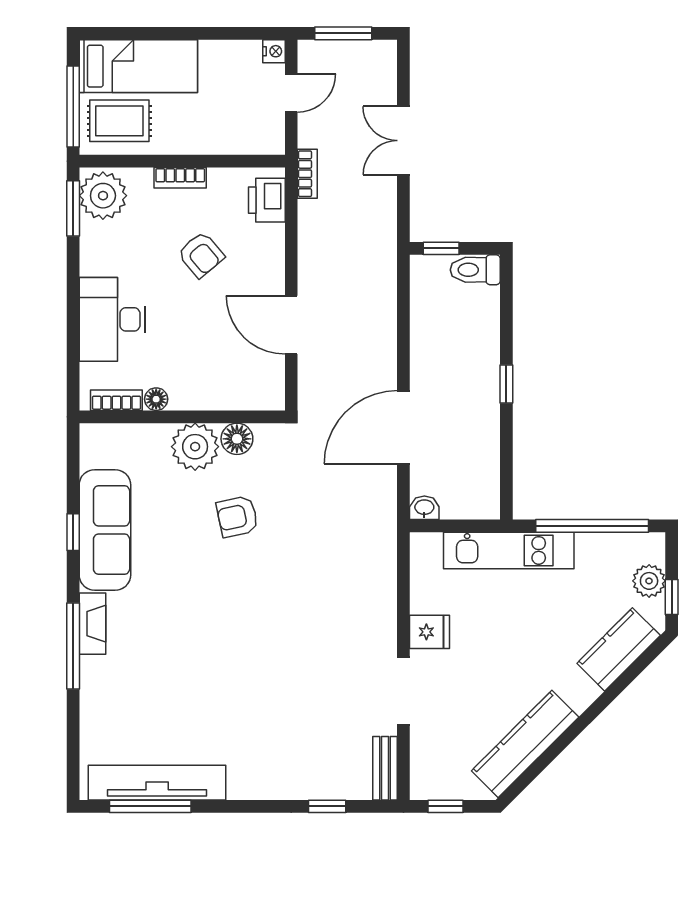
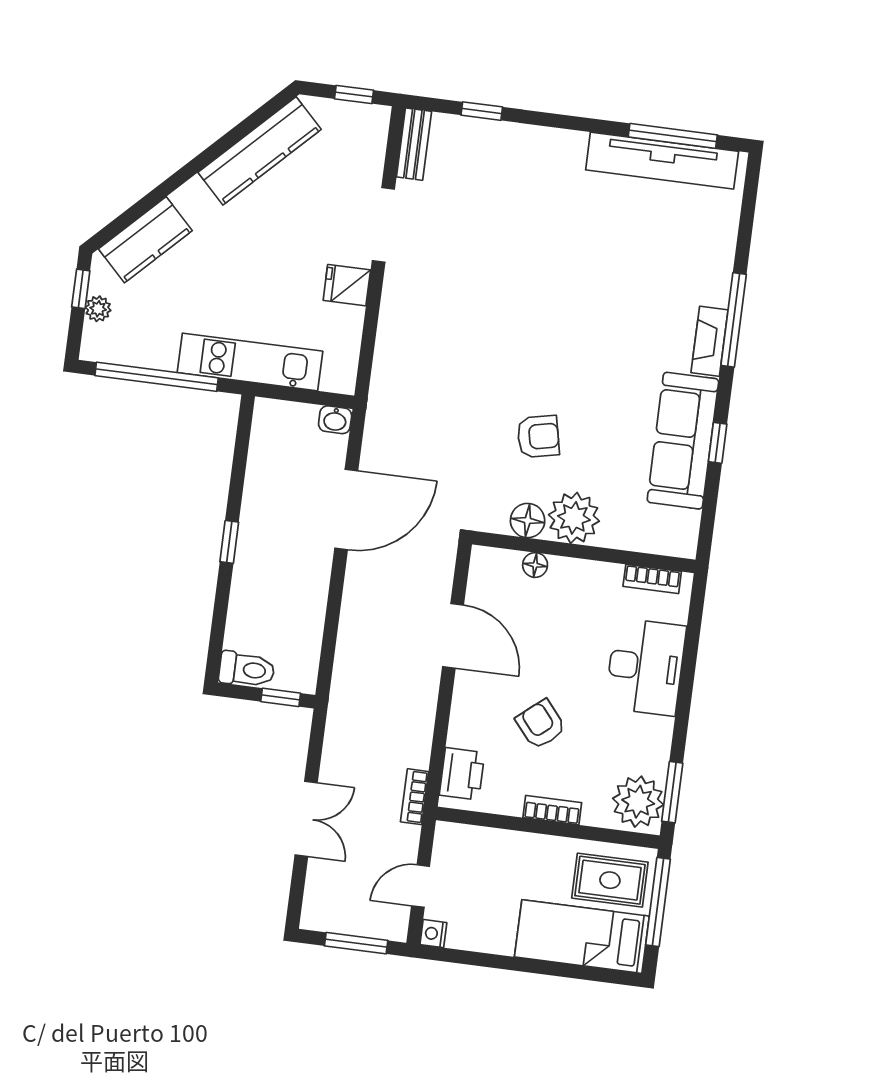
floor lamp: (156, 399) -> (535, 565), moved
plant: (649, 581) -> (98, 309), width x0.73, depth x0.73

